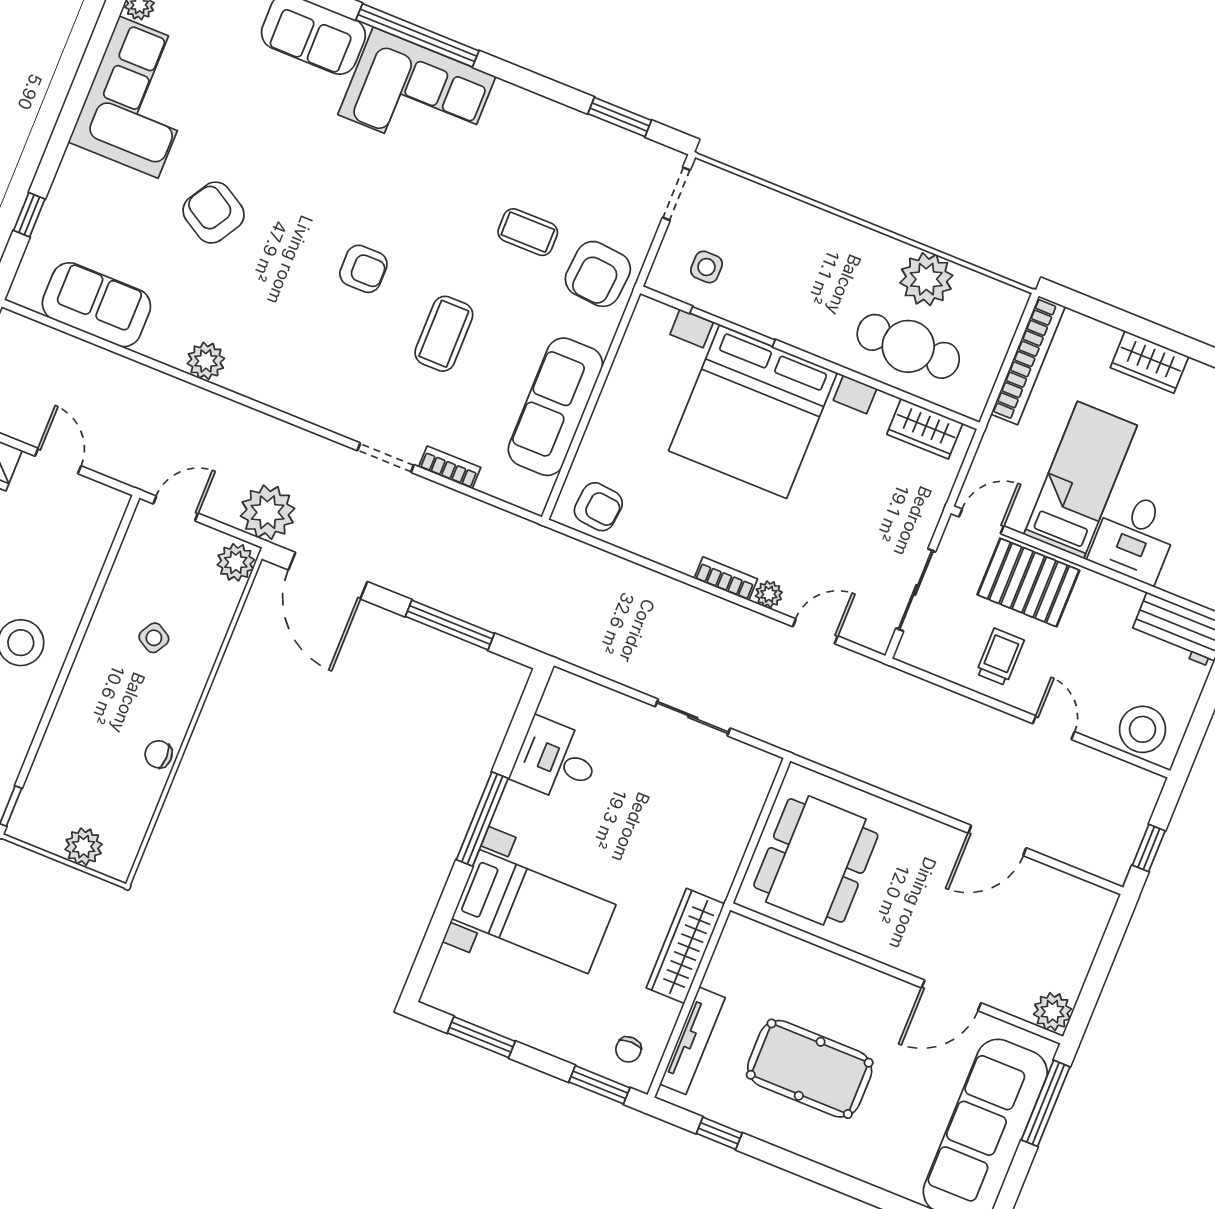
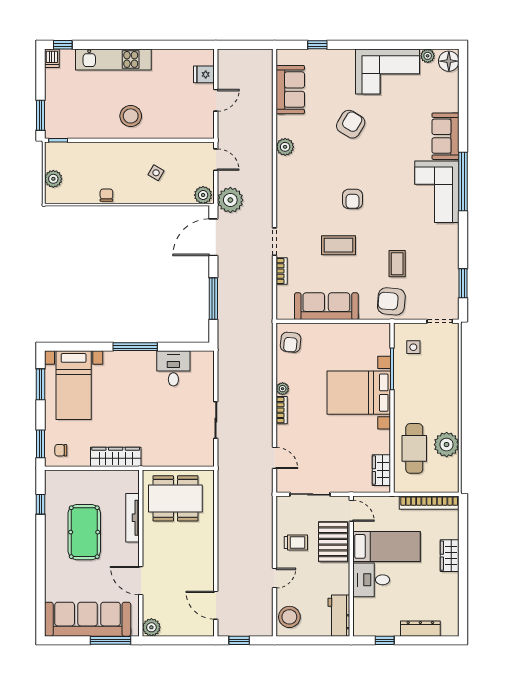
bed with nightstands: (753, 412) -> (359, 393), width x0.73
plant: (769, 594) -> (283, 389), moved
door: (997, 841) -> (216, 605), moved
bed with nightstands: (534, 912) -> (74, 385), moved
tv unit: (692, 1041) -> (133, 518), moved, turned 90

